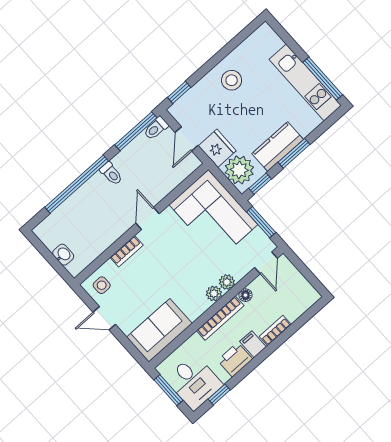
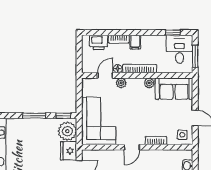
kitchen counter: (278, 147) -> (39, 126), removed
window: (261, 222) -> (79, 97), removed
door: (266, 263) -> (105, 75), moved
plant: (214, 294) -> (149, 83), moved
printer: (235, 360) -> (99, 42), moved

